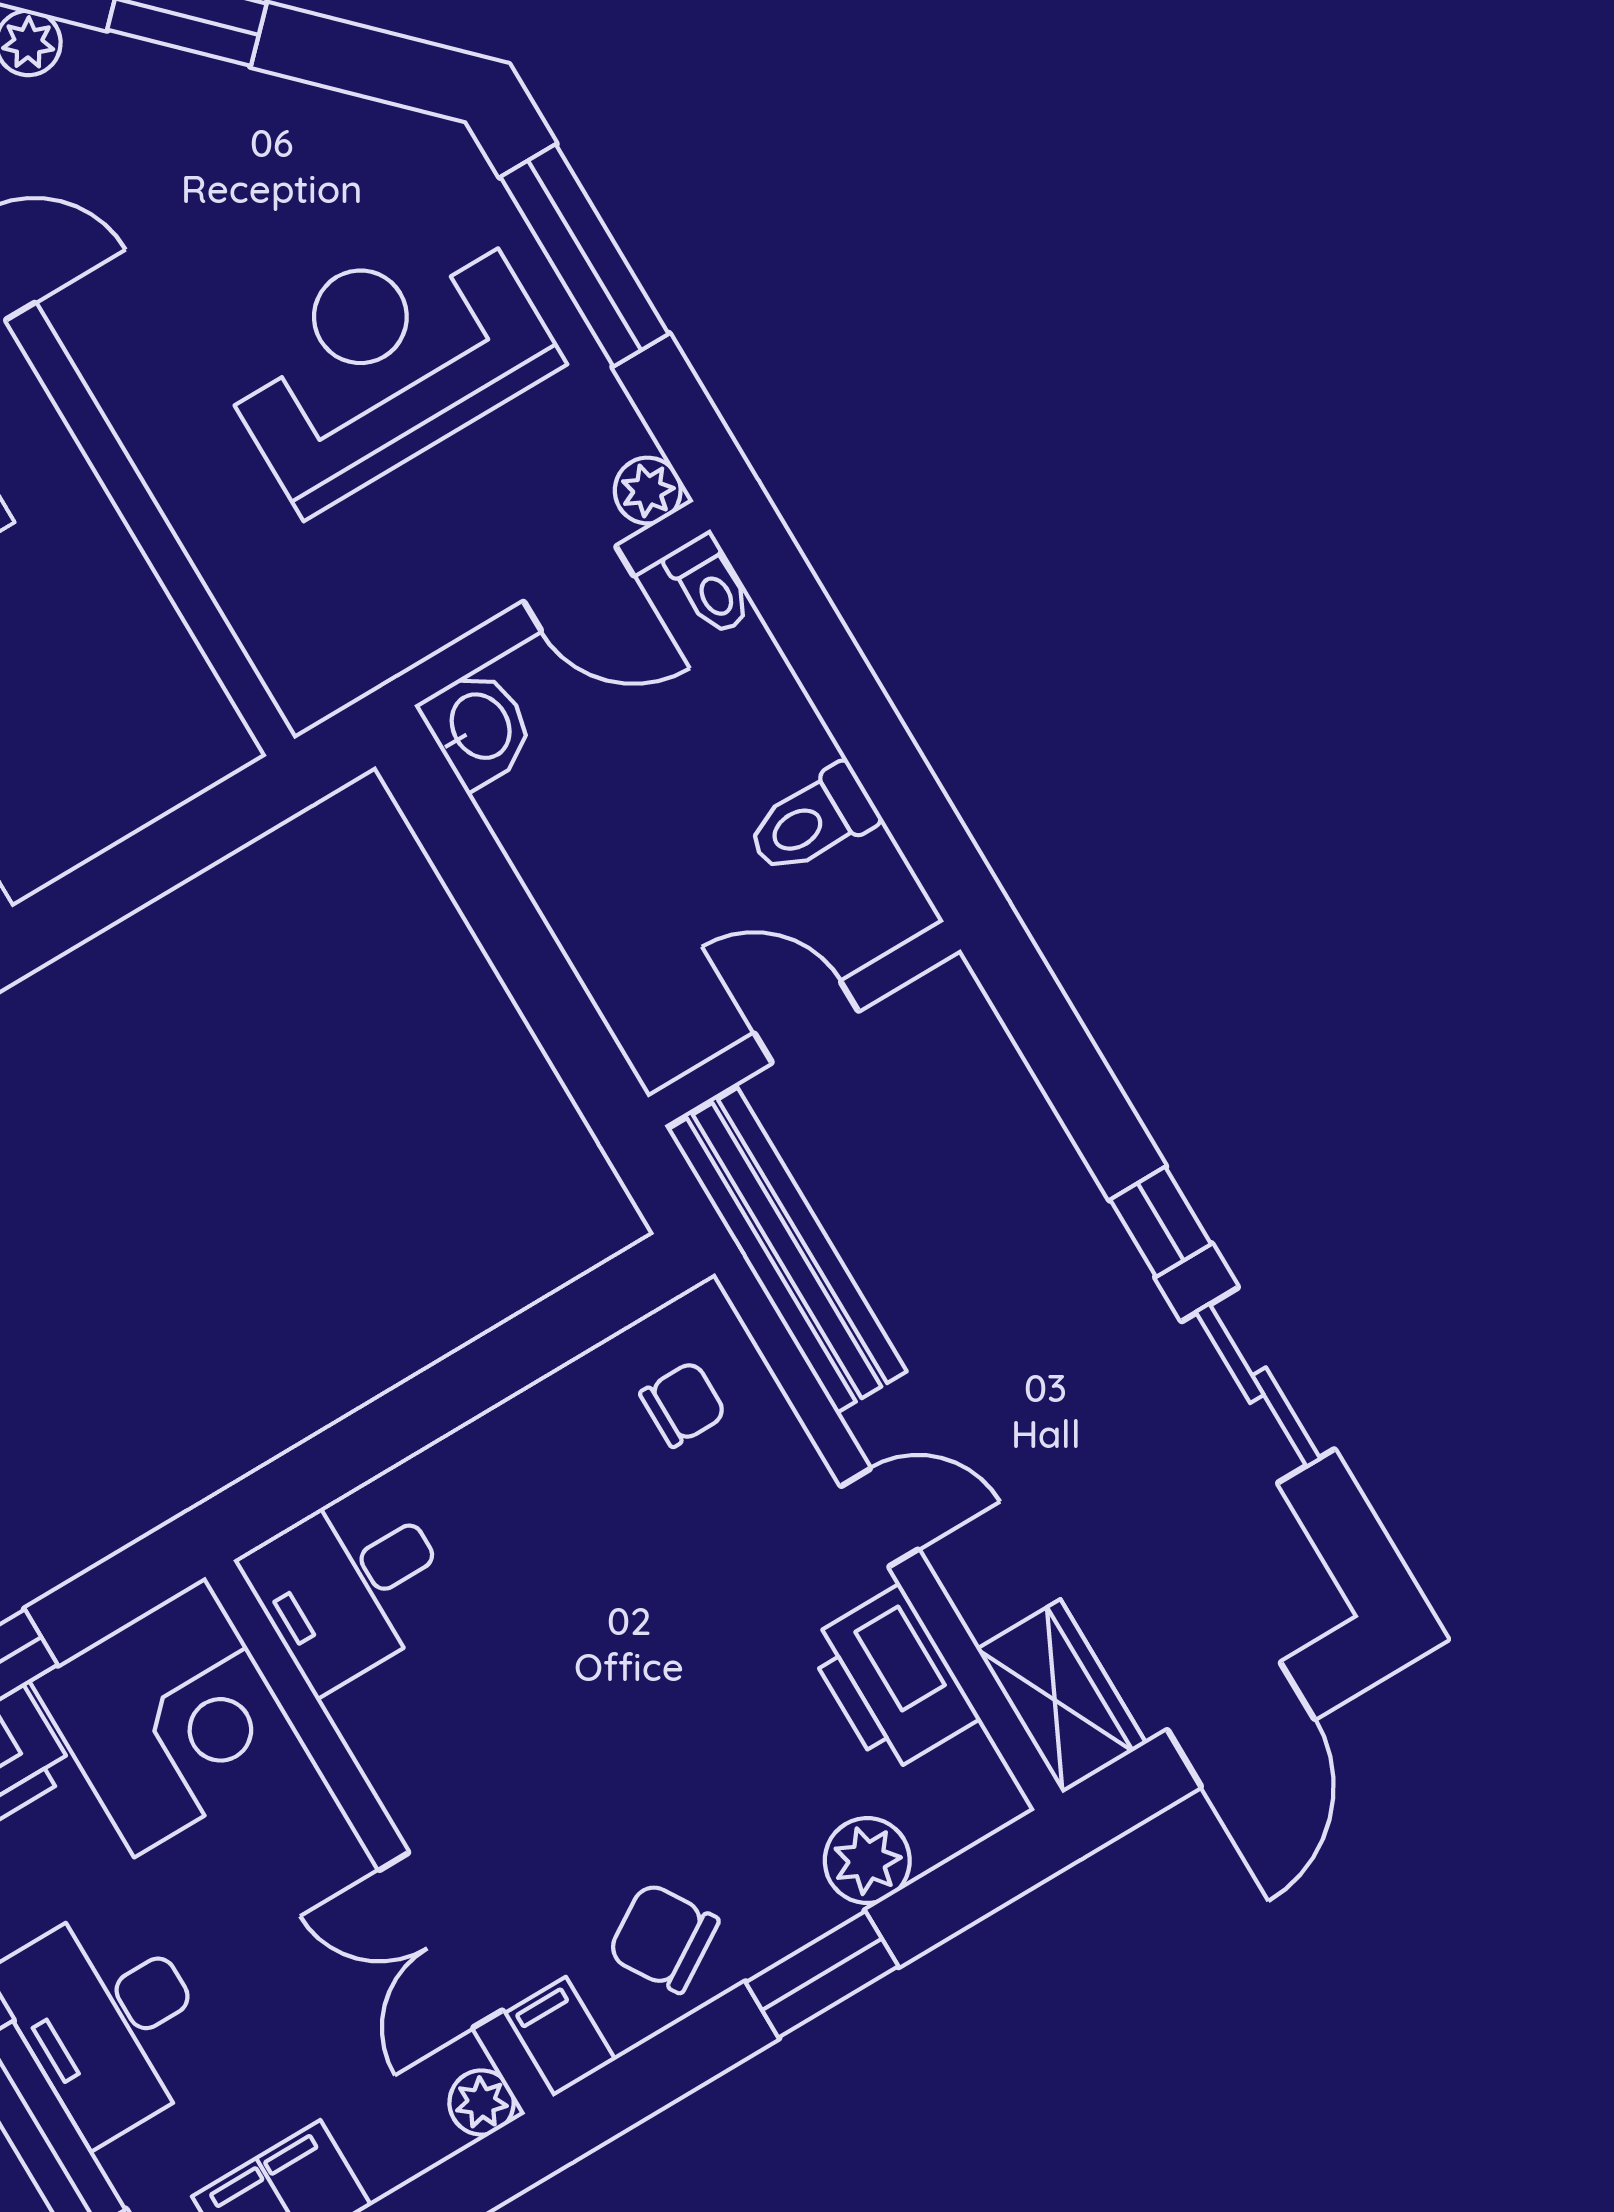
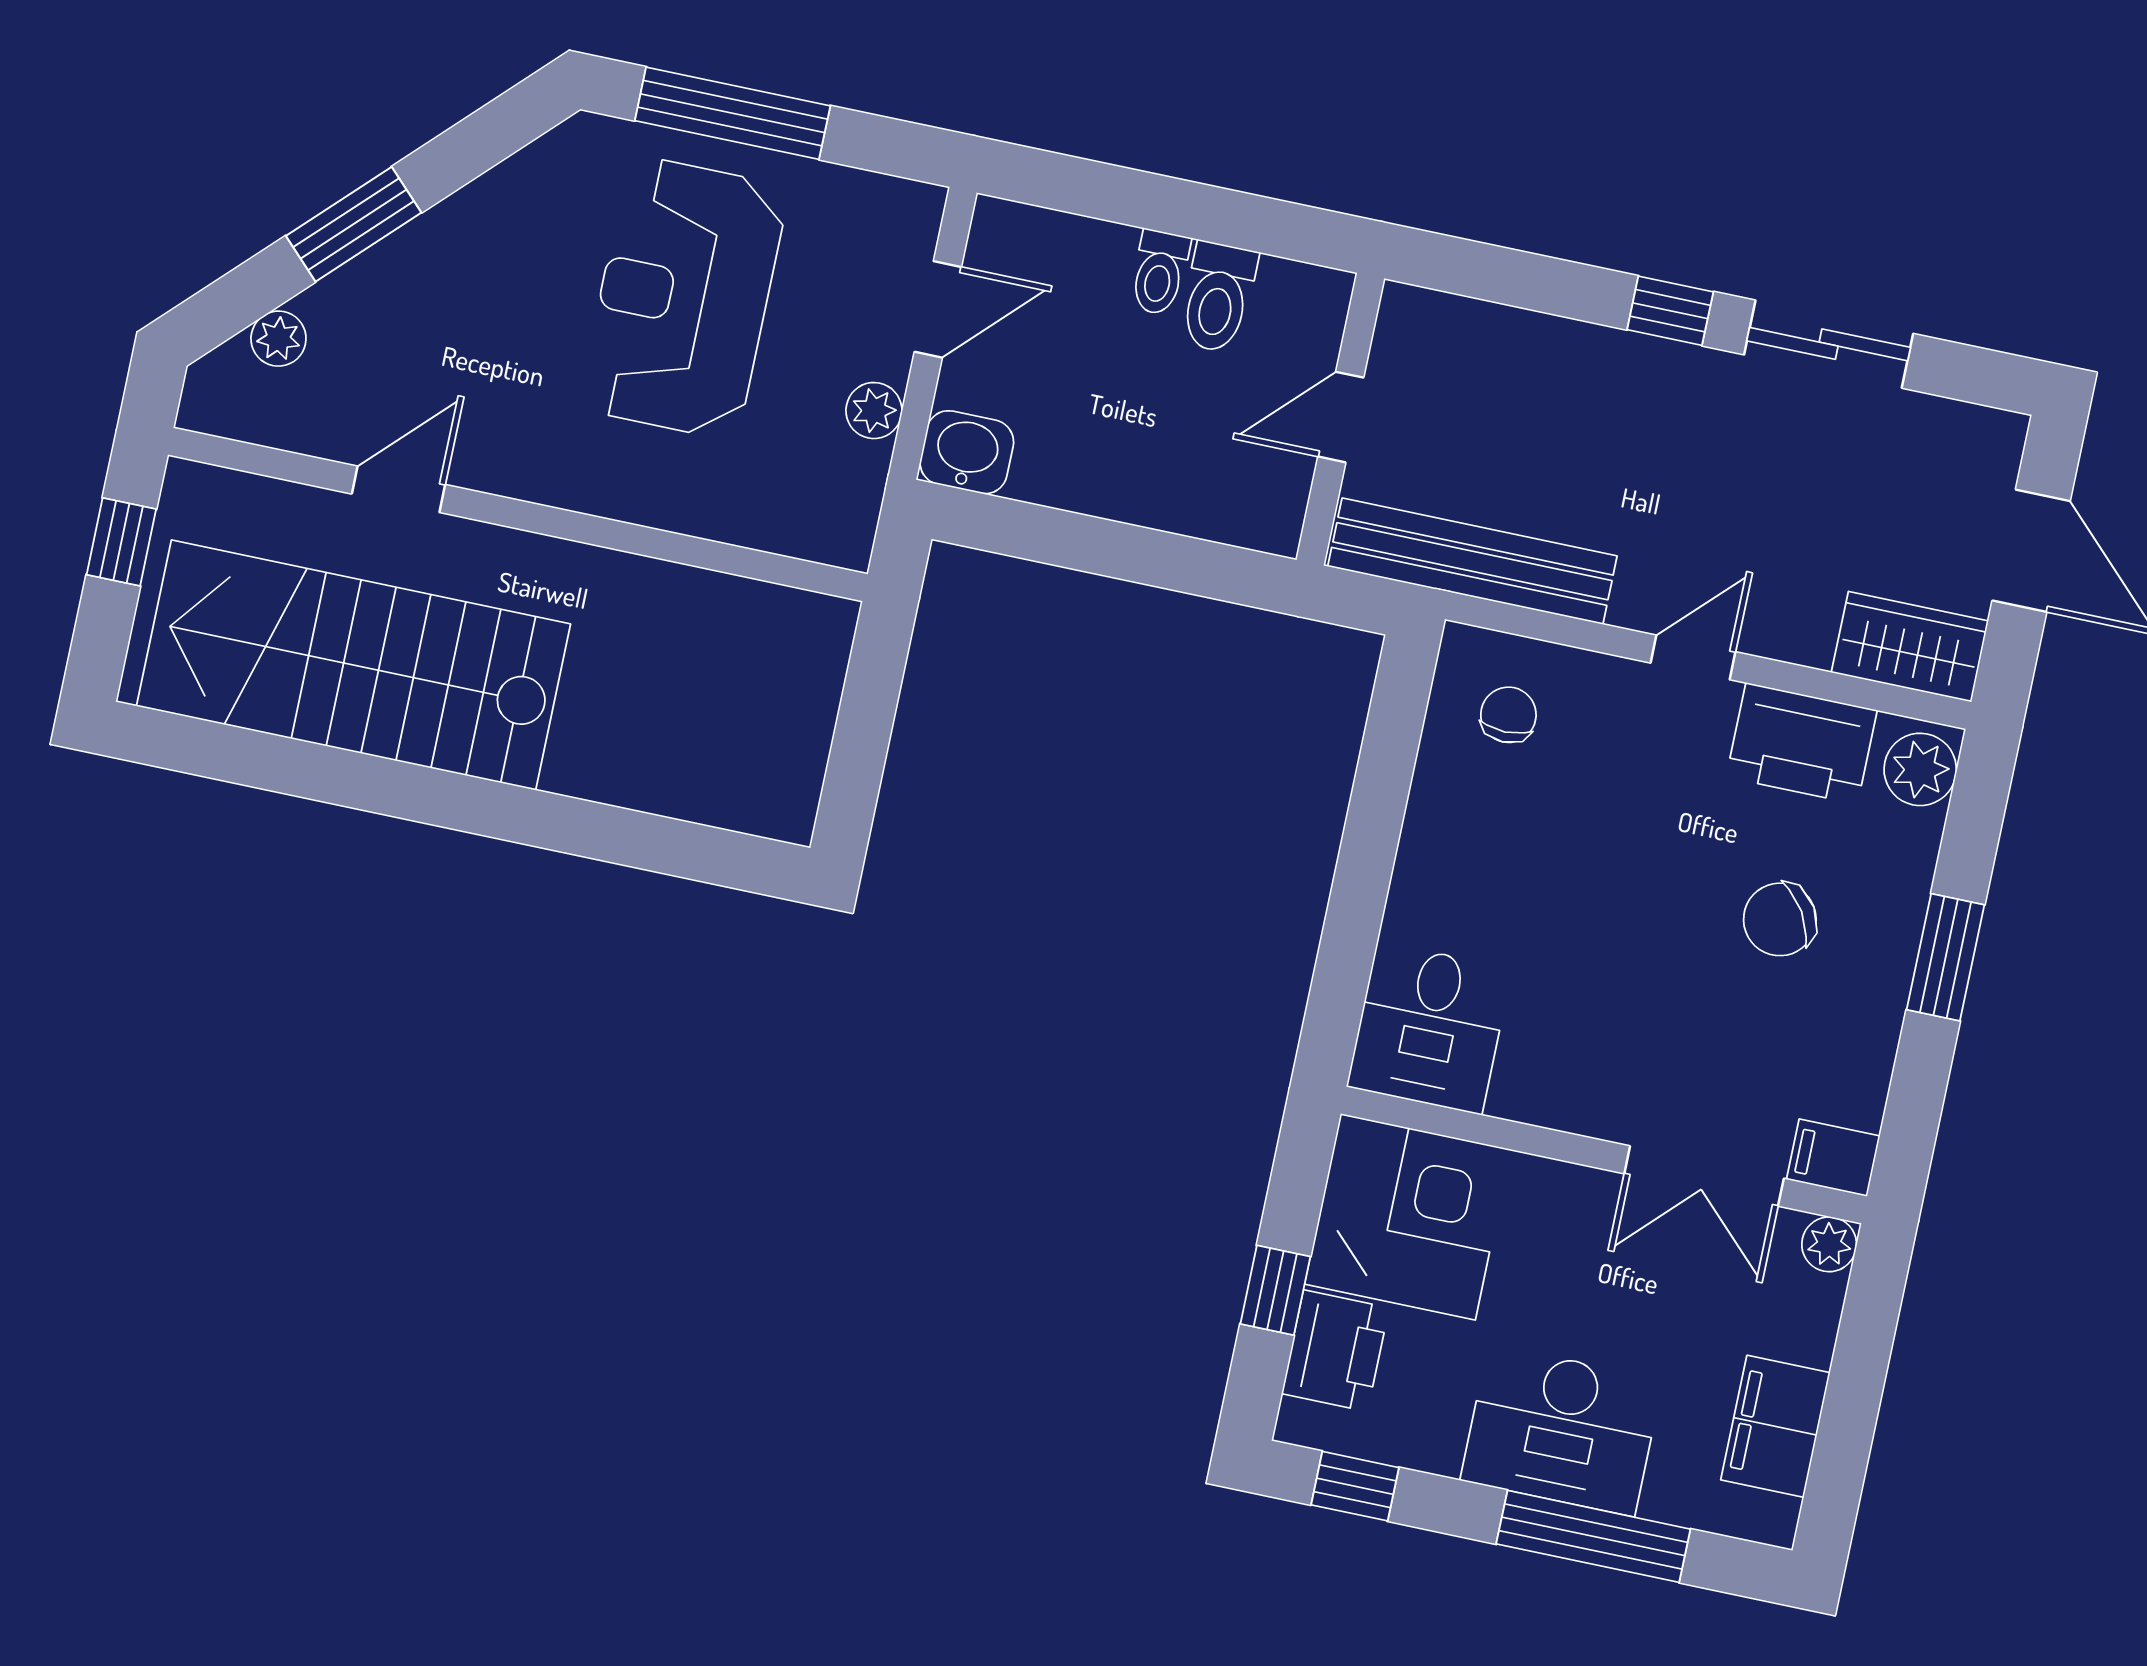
plant: (648, 491) -> (874, 411), moved
toilet: (709, 585) -> (1160, 272), moved, turned 90
plant: (867, 1861) -> (1920, 769), moved
chair: (663, 1938) -> (1780, 919), moved

